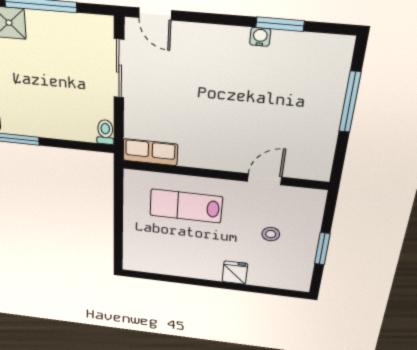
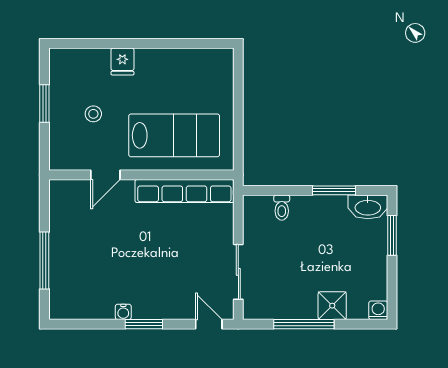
window: (280, 24) -> (144, 324), moved
toilet: (105, 132) -> (282, 208), moved
row of seats: (150, 152) -> (184, 191), width x2.02
lab bench: (186, 206) -> (174, 135), width x1.36, depth x1.39

